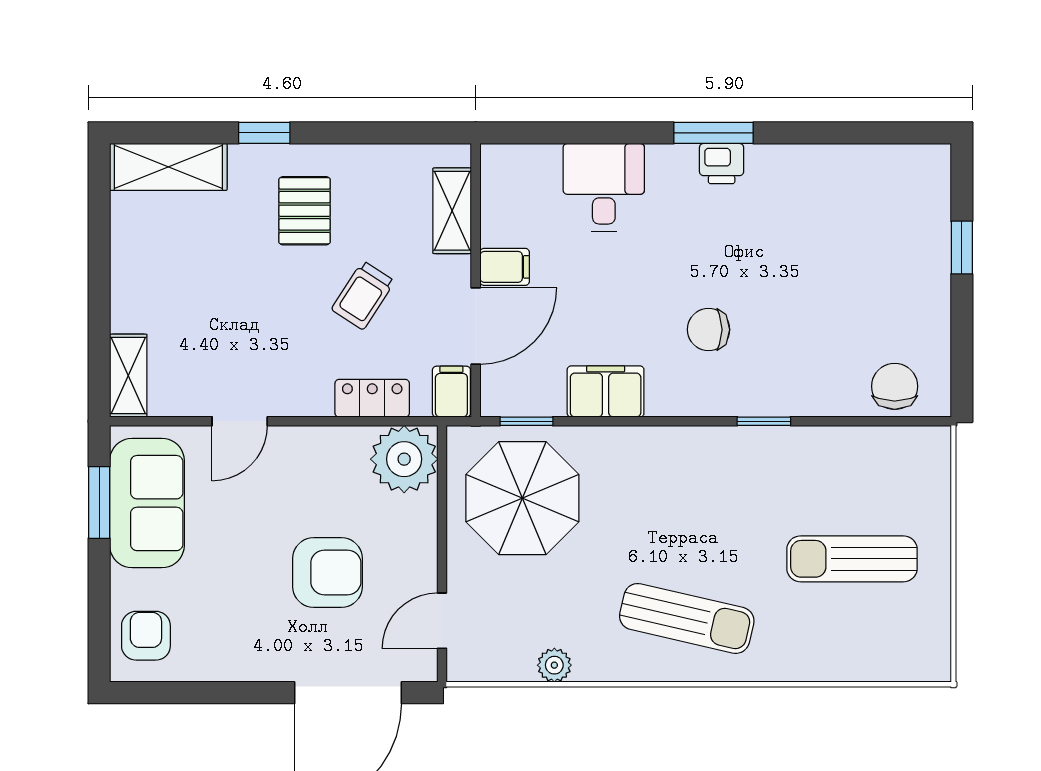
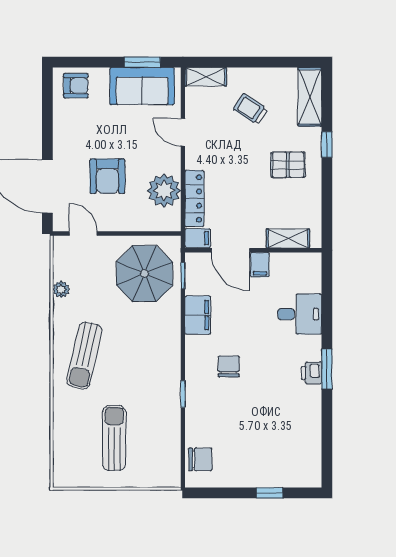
trolley: (363, 295) -> (250, 109), moved
locker: (372, 398) -> (194, 199), width x1.53
plant: (404, 459) -> (164, 191), moved

